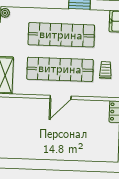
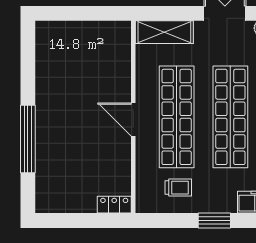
window: (71, 166) -> (28, 139), added

